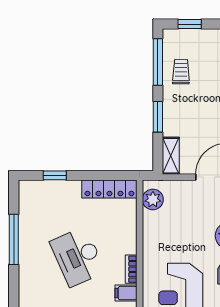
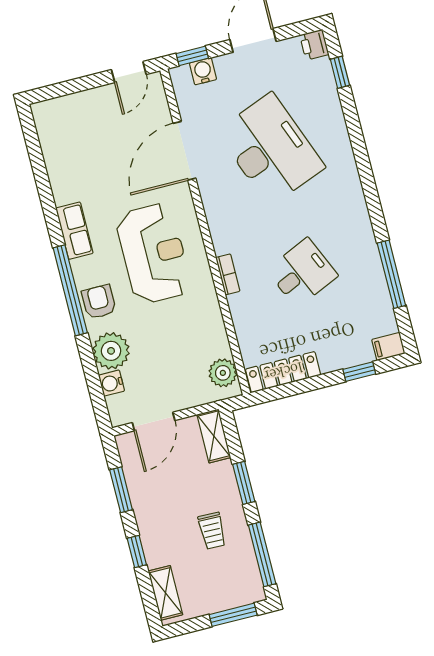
window: (190, 24) -> (233, 615), width x1.50
trolley: (181, 72) -> (212, 531), moved
desk: (78, 257) -> (302, 273), width x0.73
filing cabinet: (126, 293) -> (388, 347), moved, turned 180

